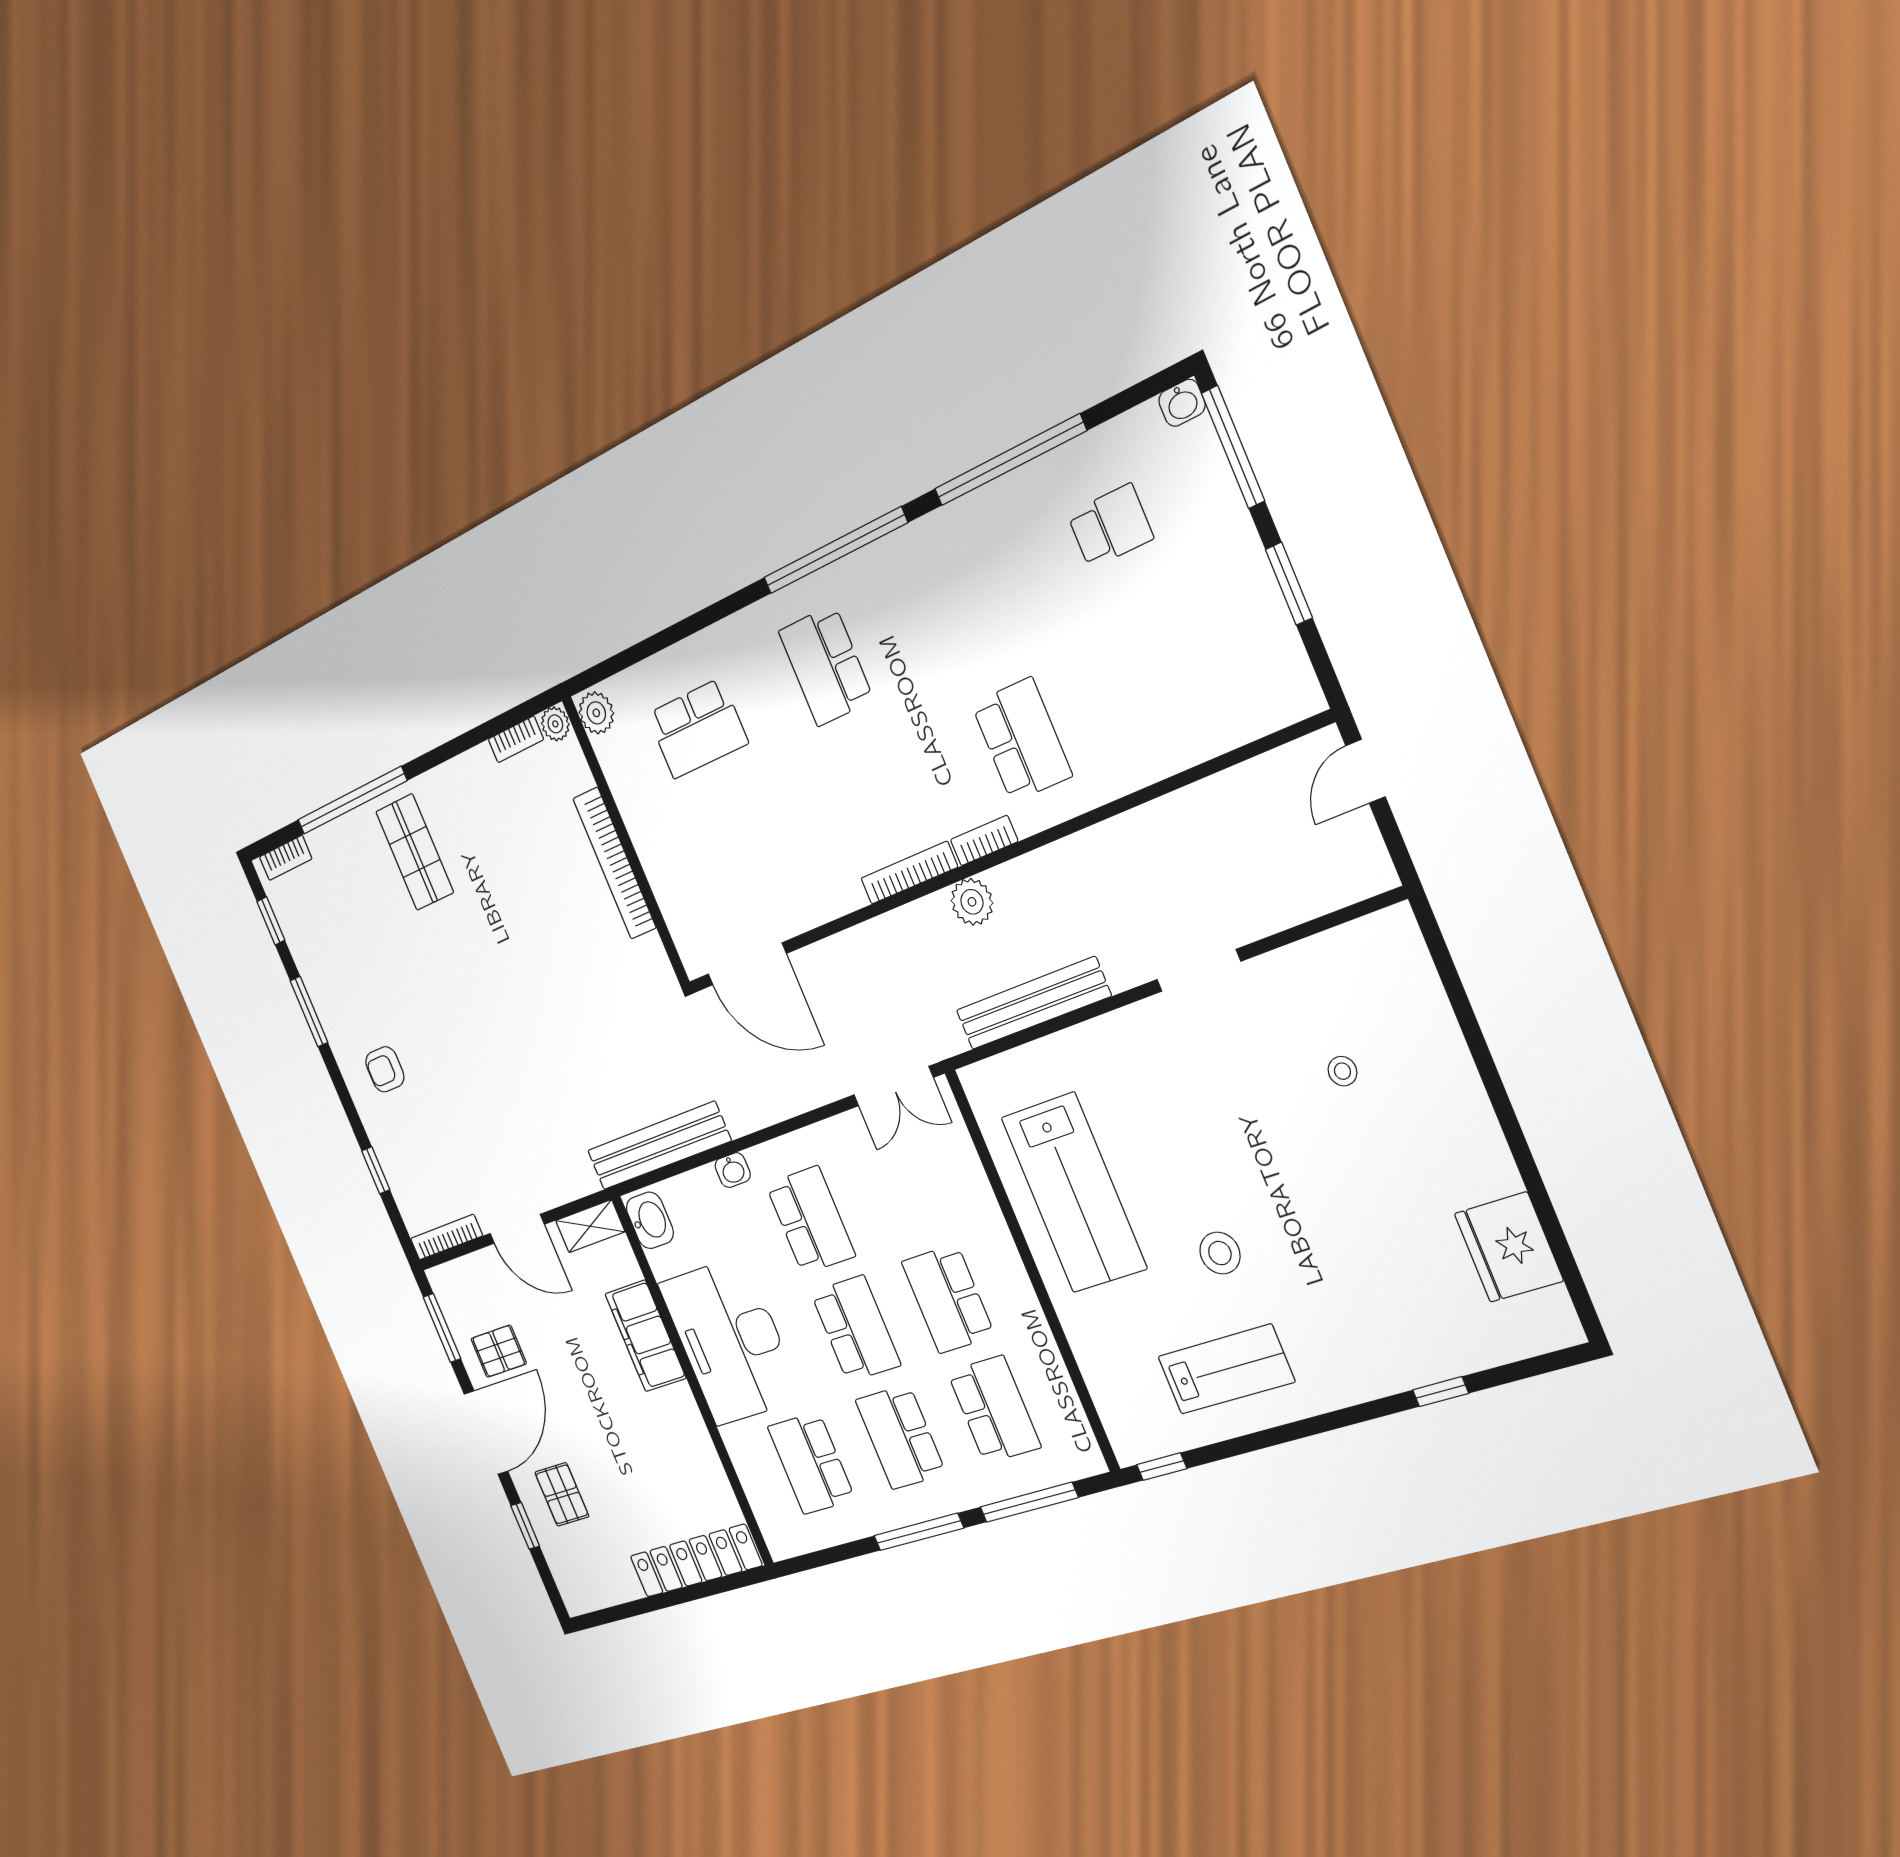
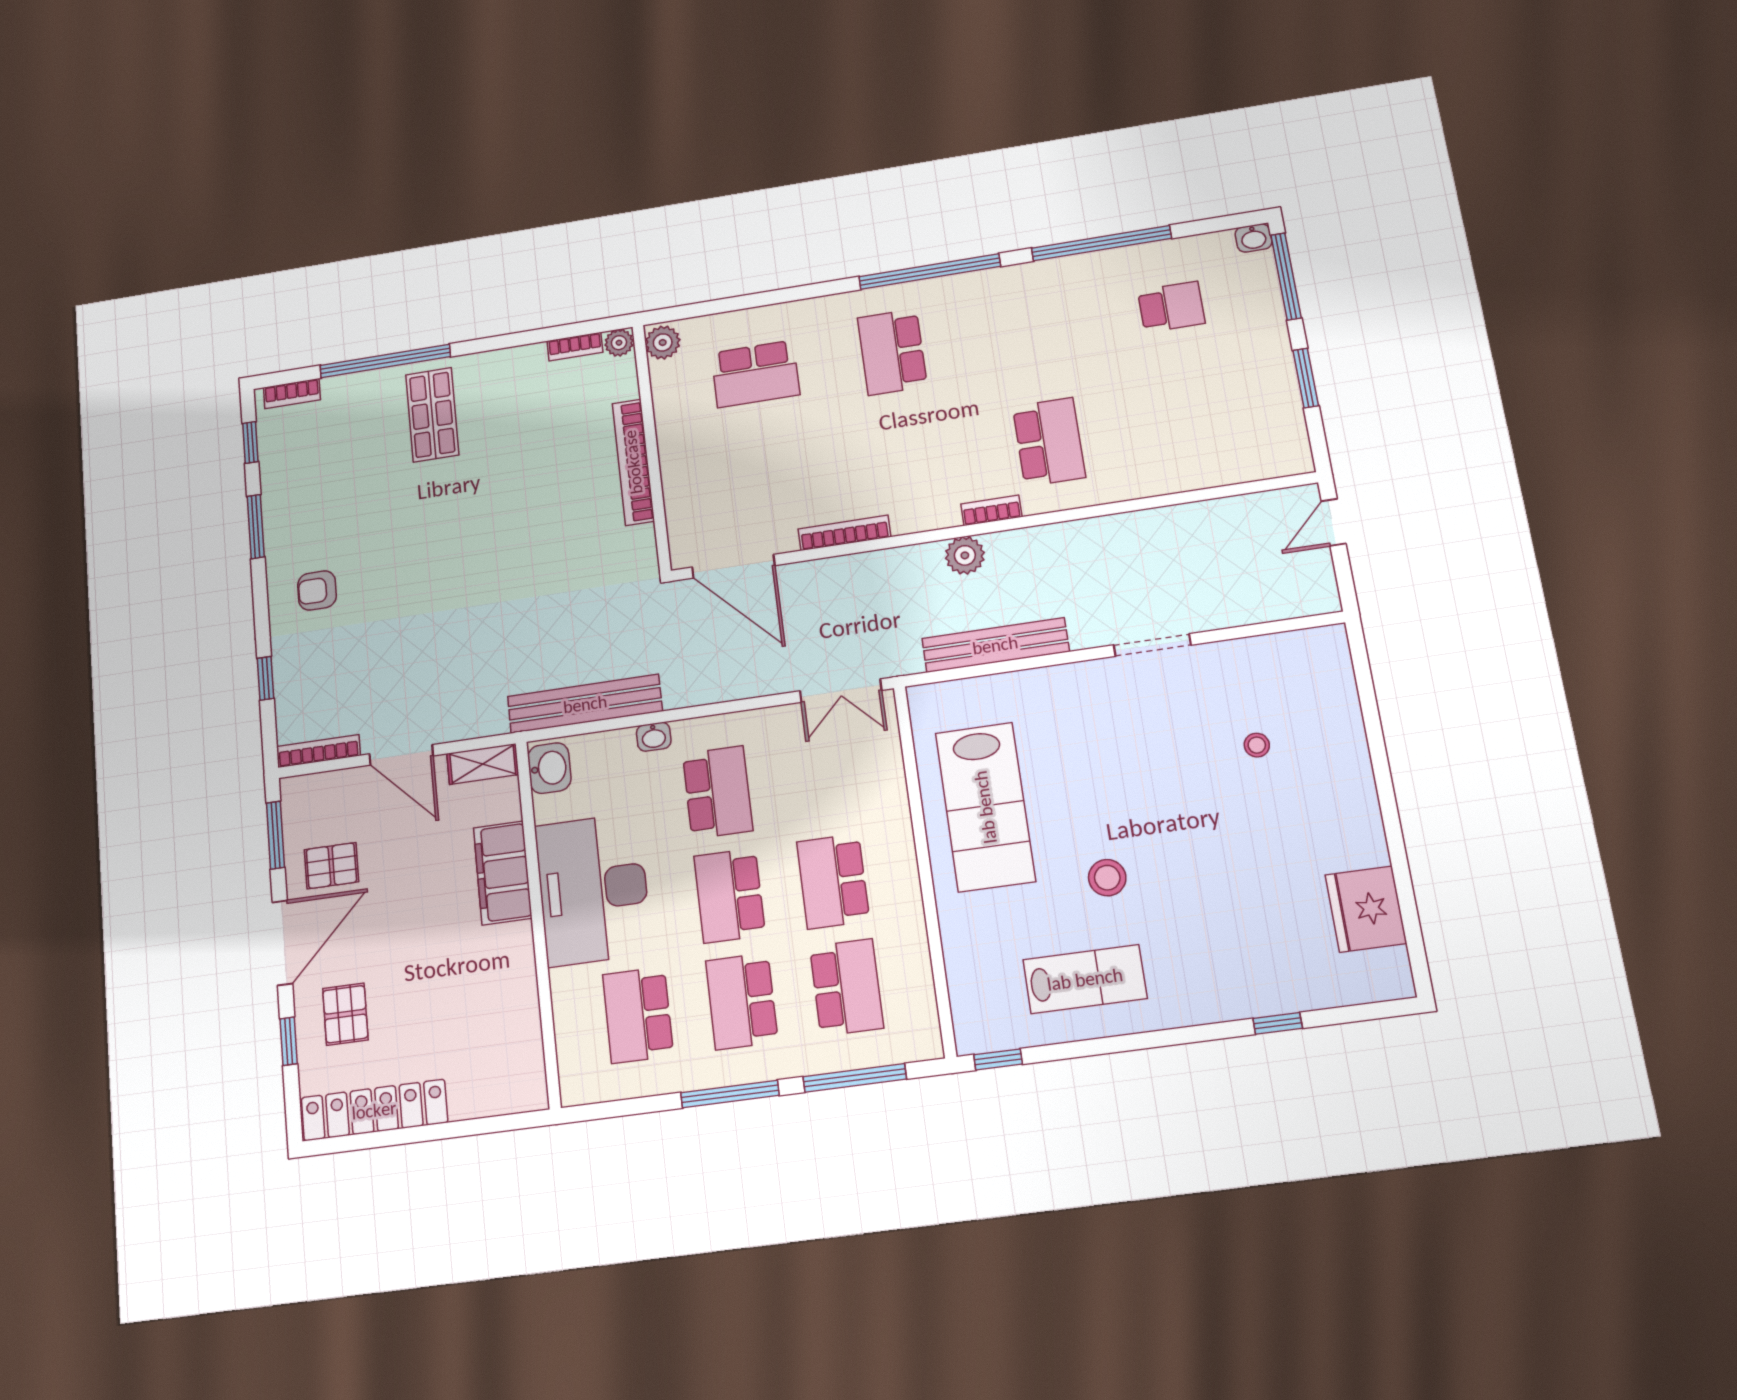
bookcase: (909, 873) -> (844, 533), moved
school desk: (856, 1329) -> (730, 895), turned 180
locker: (696, 1561) -> (374, 1110), moved

